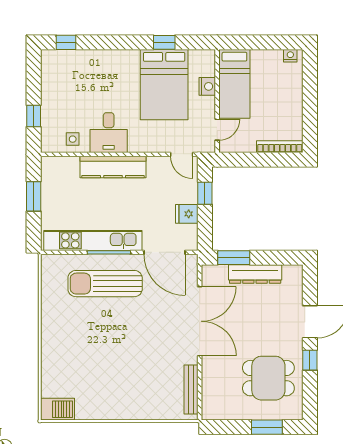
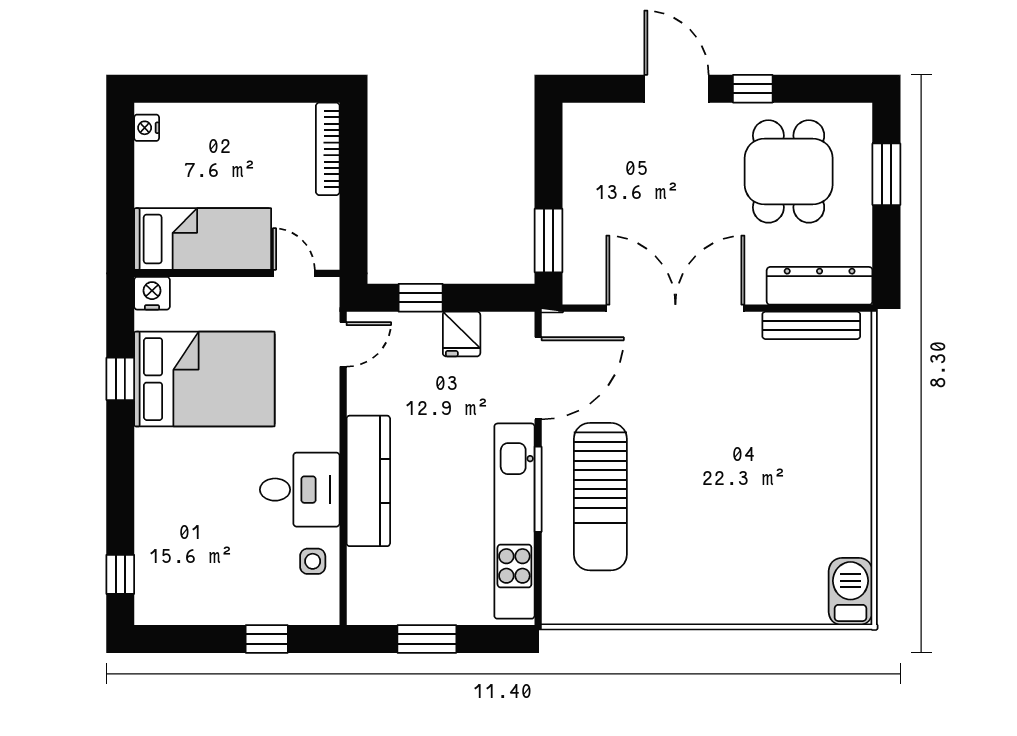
nightstand: (207, 86) -> (152, 293), moved
dresser: (255, 274) -> (820, 286), moved, turned -90

